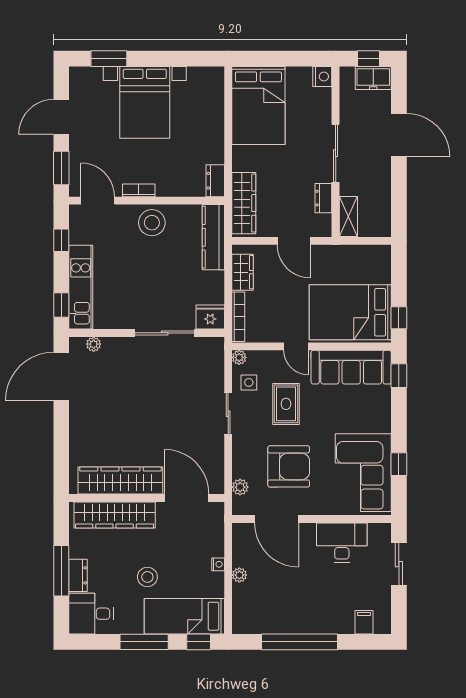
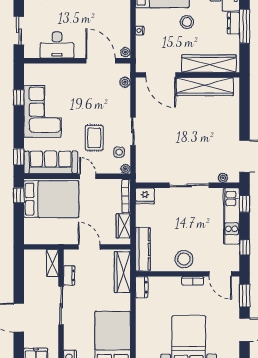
sliding door: (165, 333) -> (189, 185), moved
armchair: (289, 466) -> (92, 96), removed
corner sofa: (363, 473) -> (42, 112), moved
plant: (239, 575) -> (125, 52), moved

